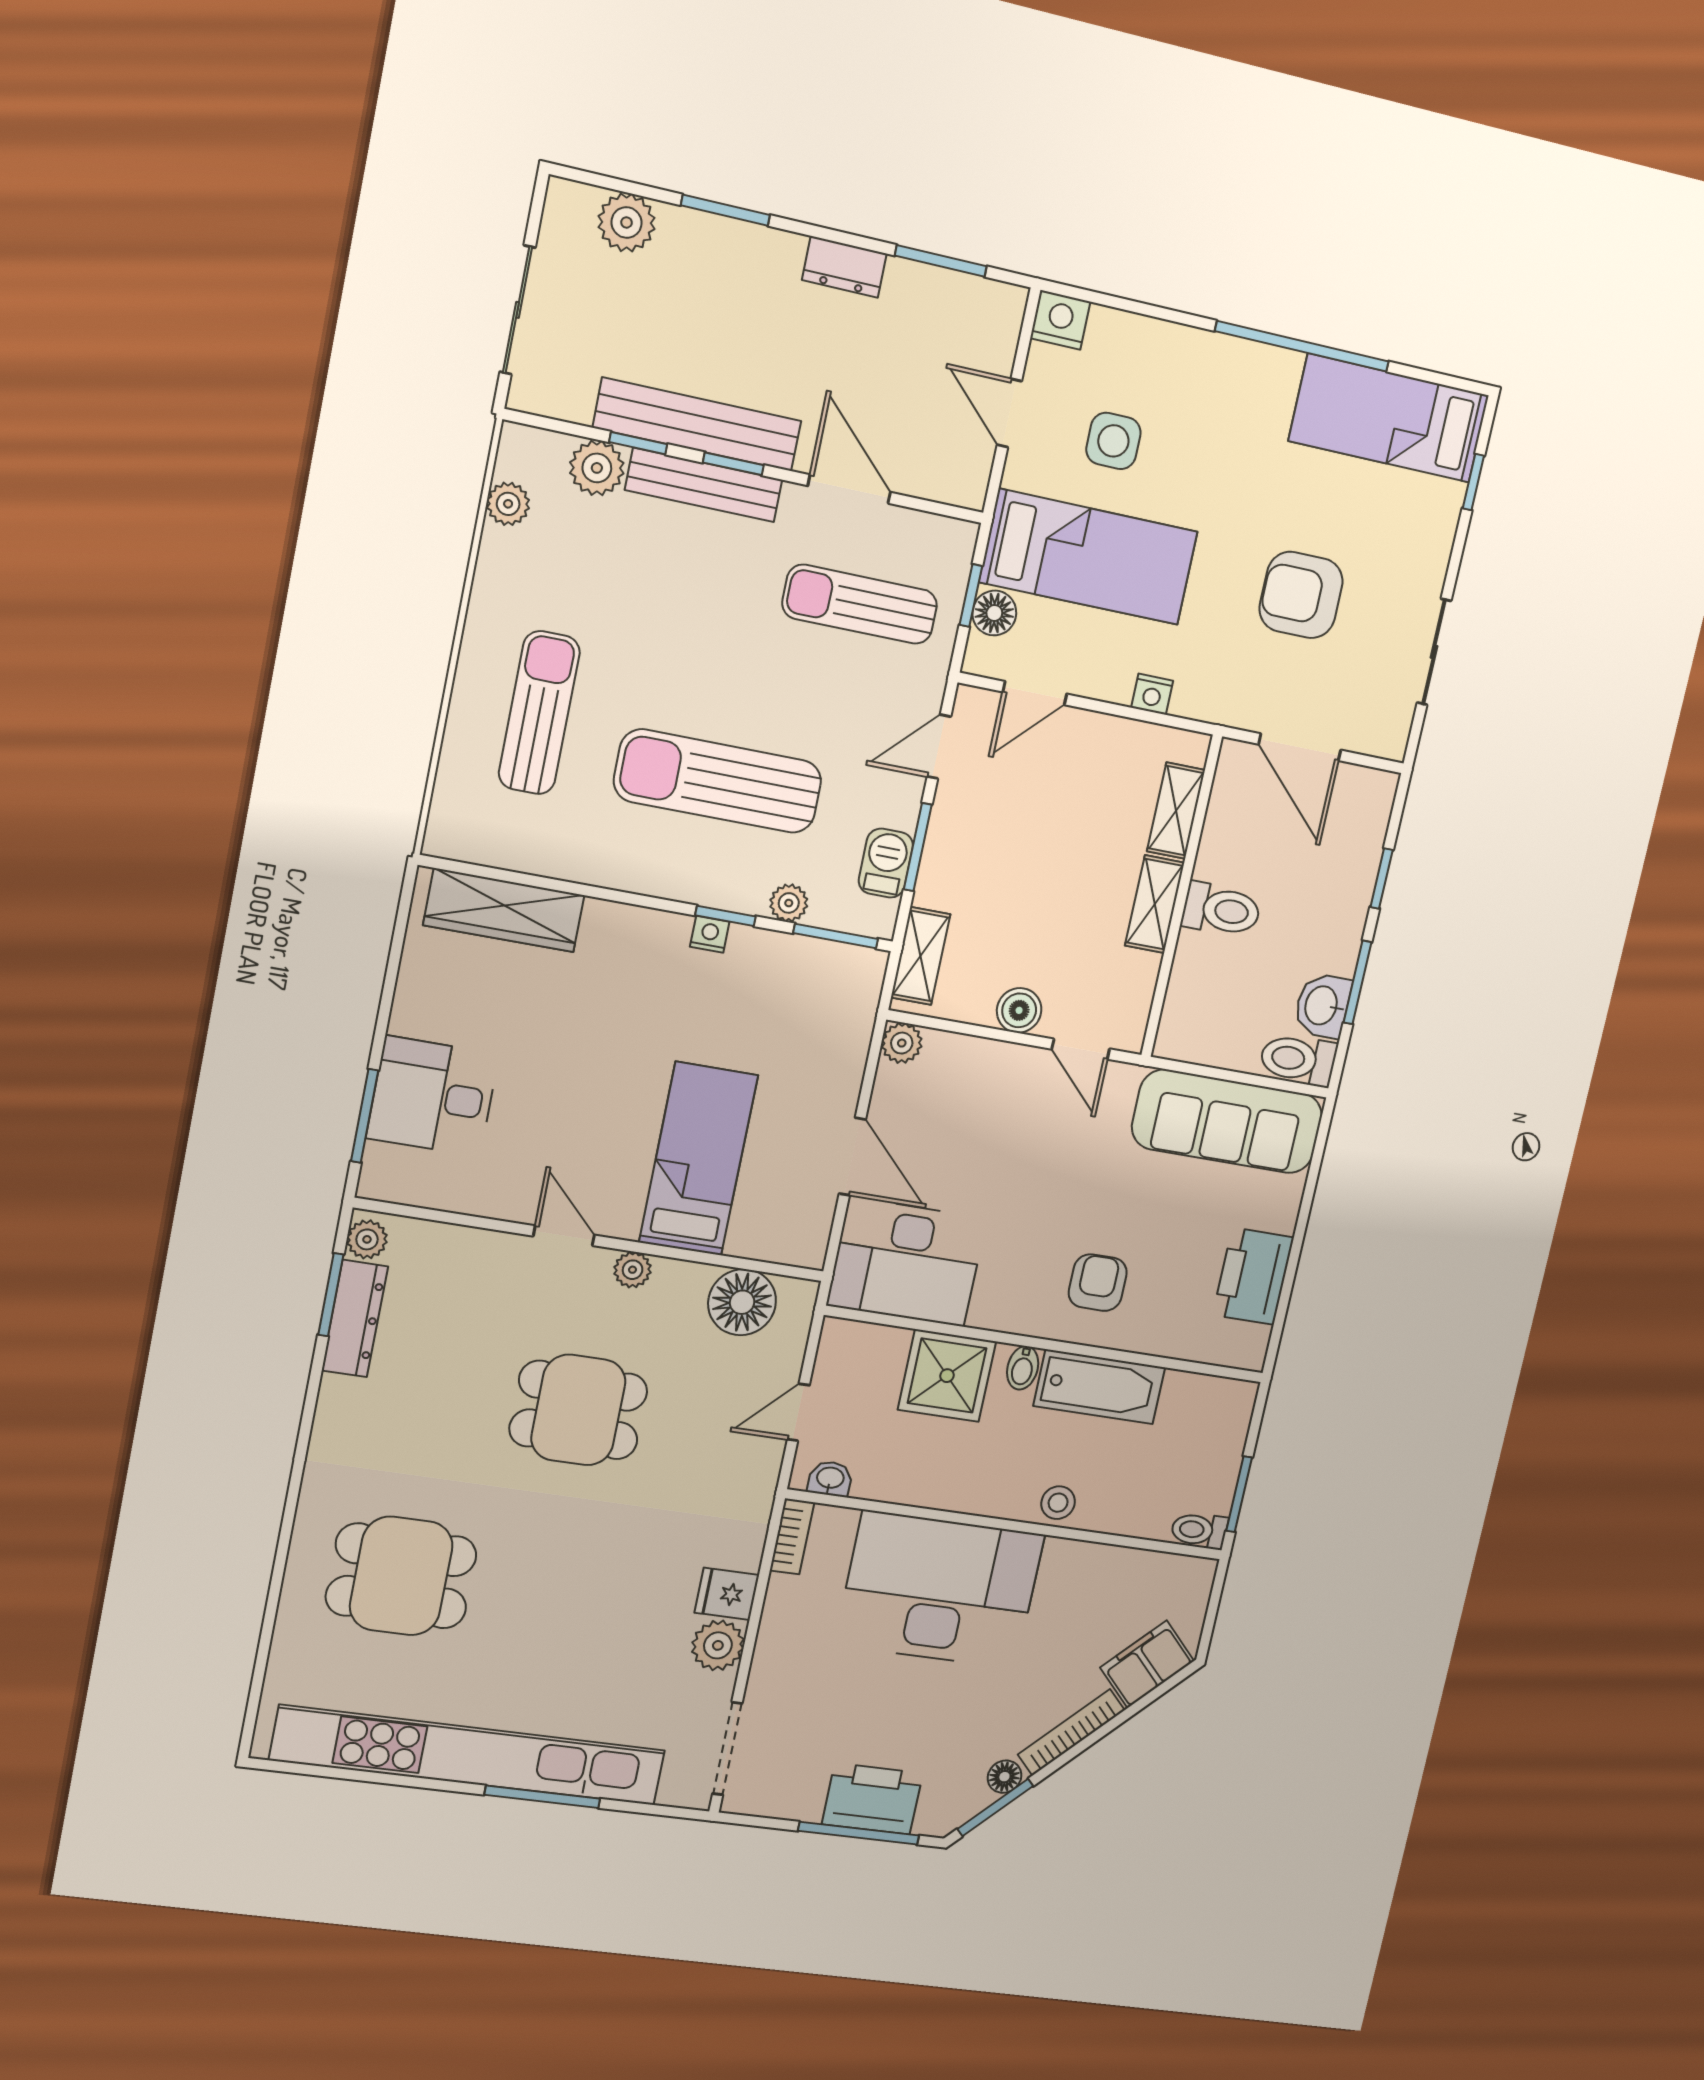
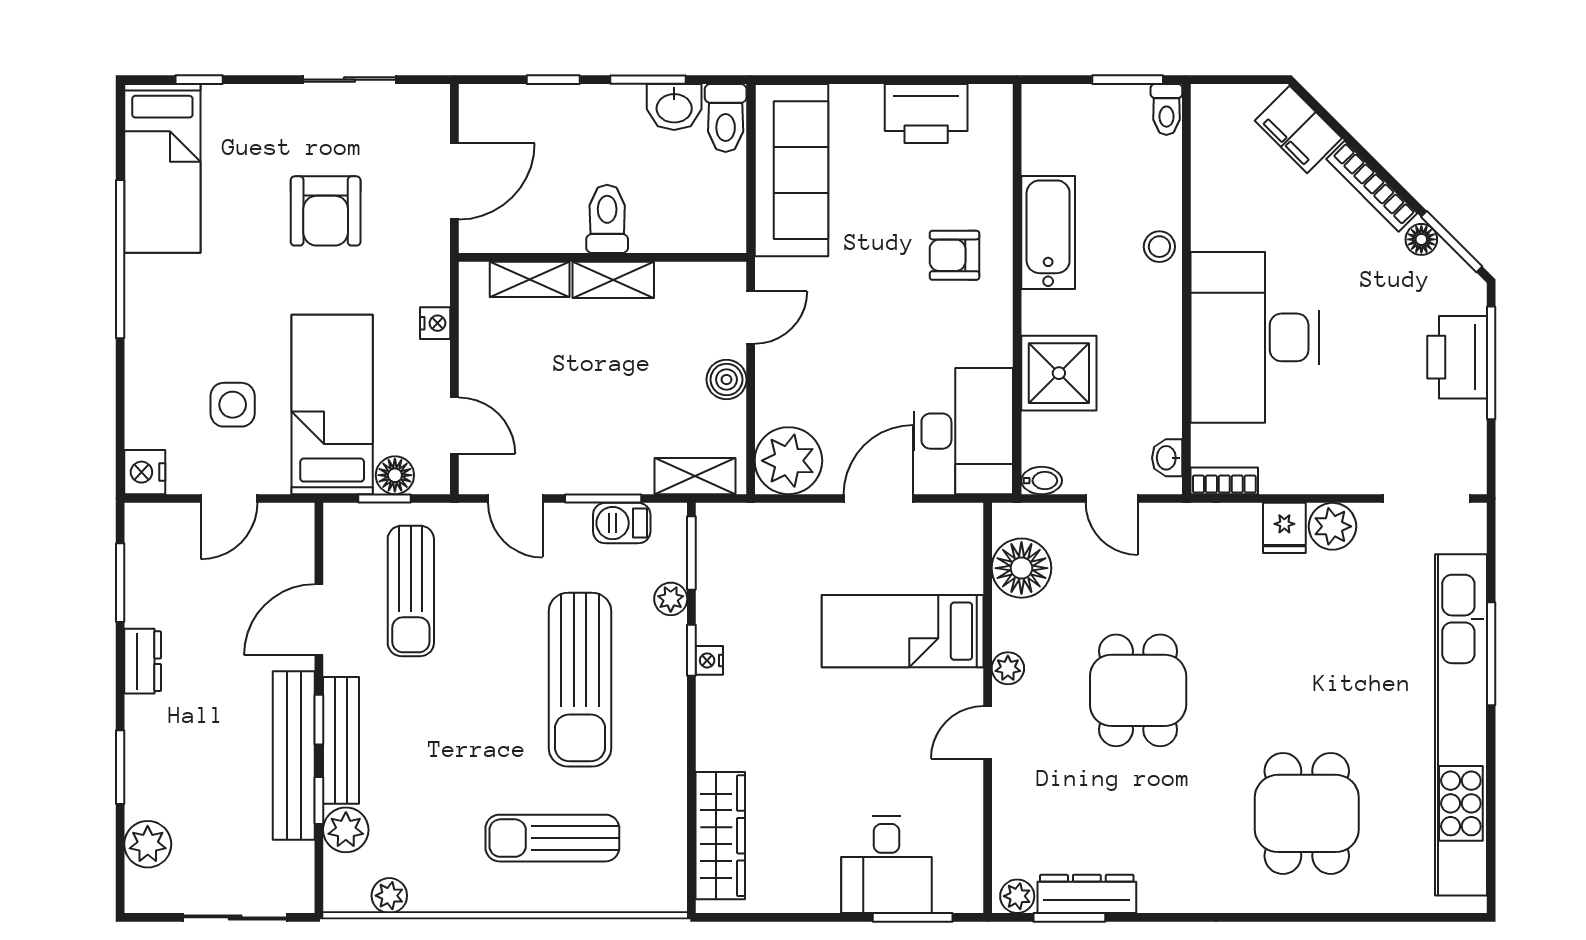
plant: (902, 1043) -> (788, 461), width x1.88, depth x1.88
bidet: (1023, 1368) -> (1042, 481), moved

